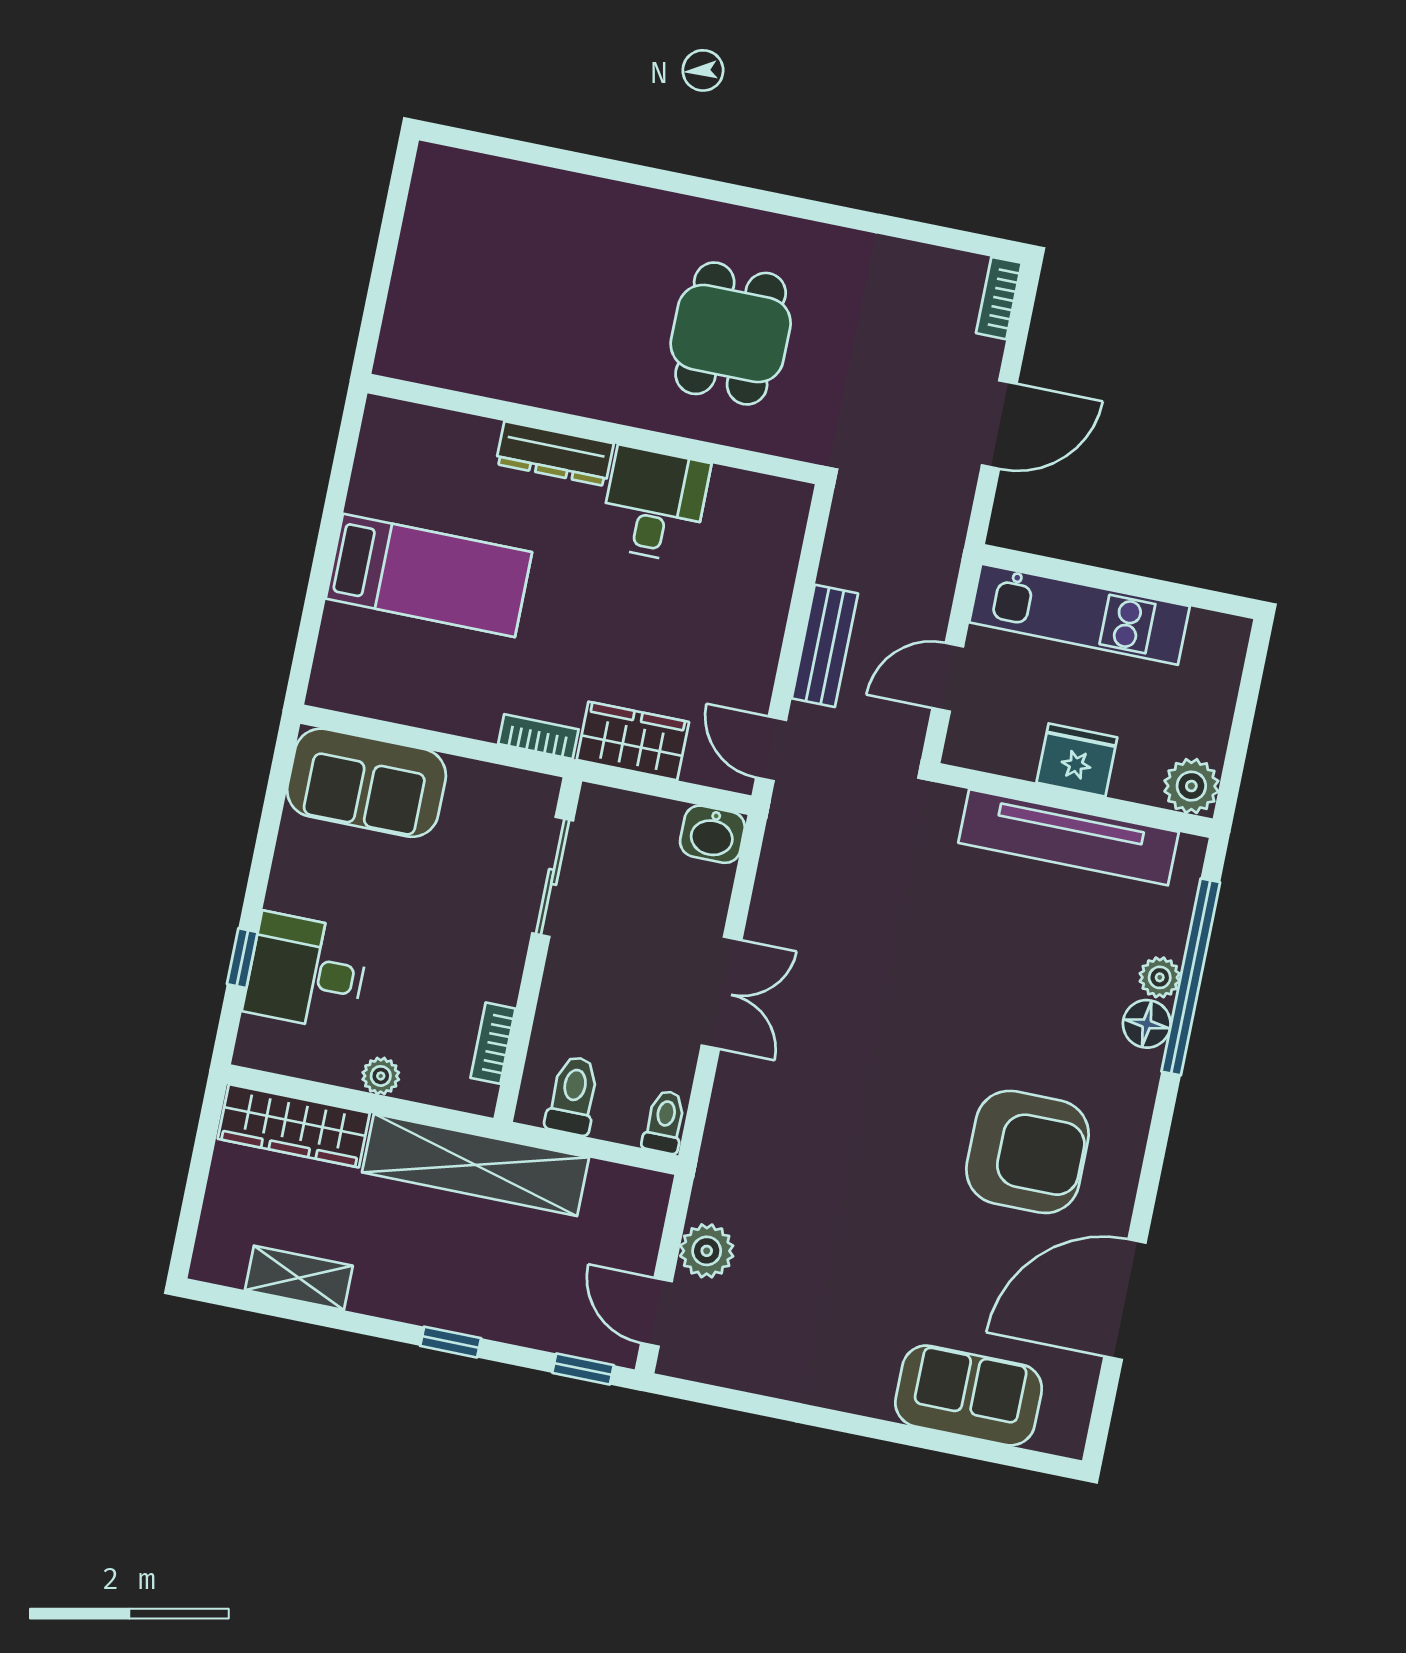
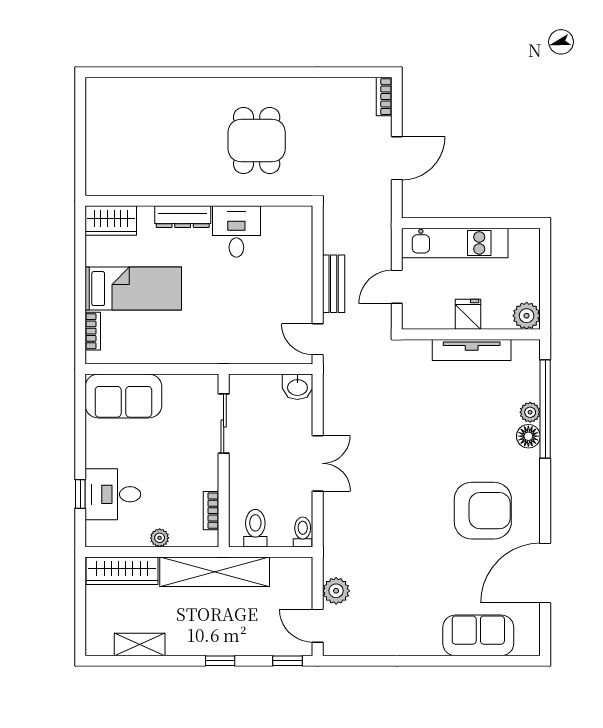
bookcase: (538, 737) -> (93, 331), moved, turned 90
wardrobe: (633, 741) -> (111, 221), moved, turned 180
fridge: (1077, 760) -> (468, 314), width x0.72
tv unit: (1069, 837) -> (472, 350), width x0.73, depth x0.78

